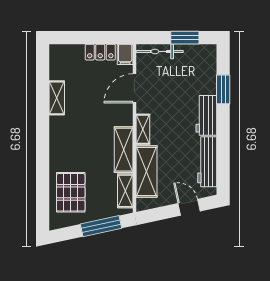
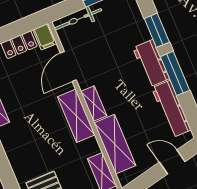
window: (223, 133) -> (175, 73), added
shelving: (124, 150) -> (76, 116), moved

